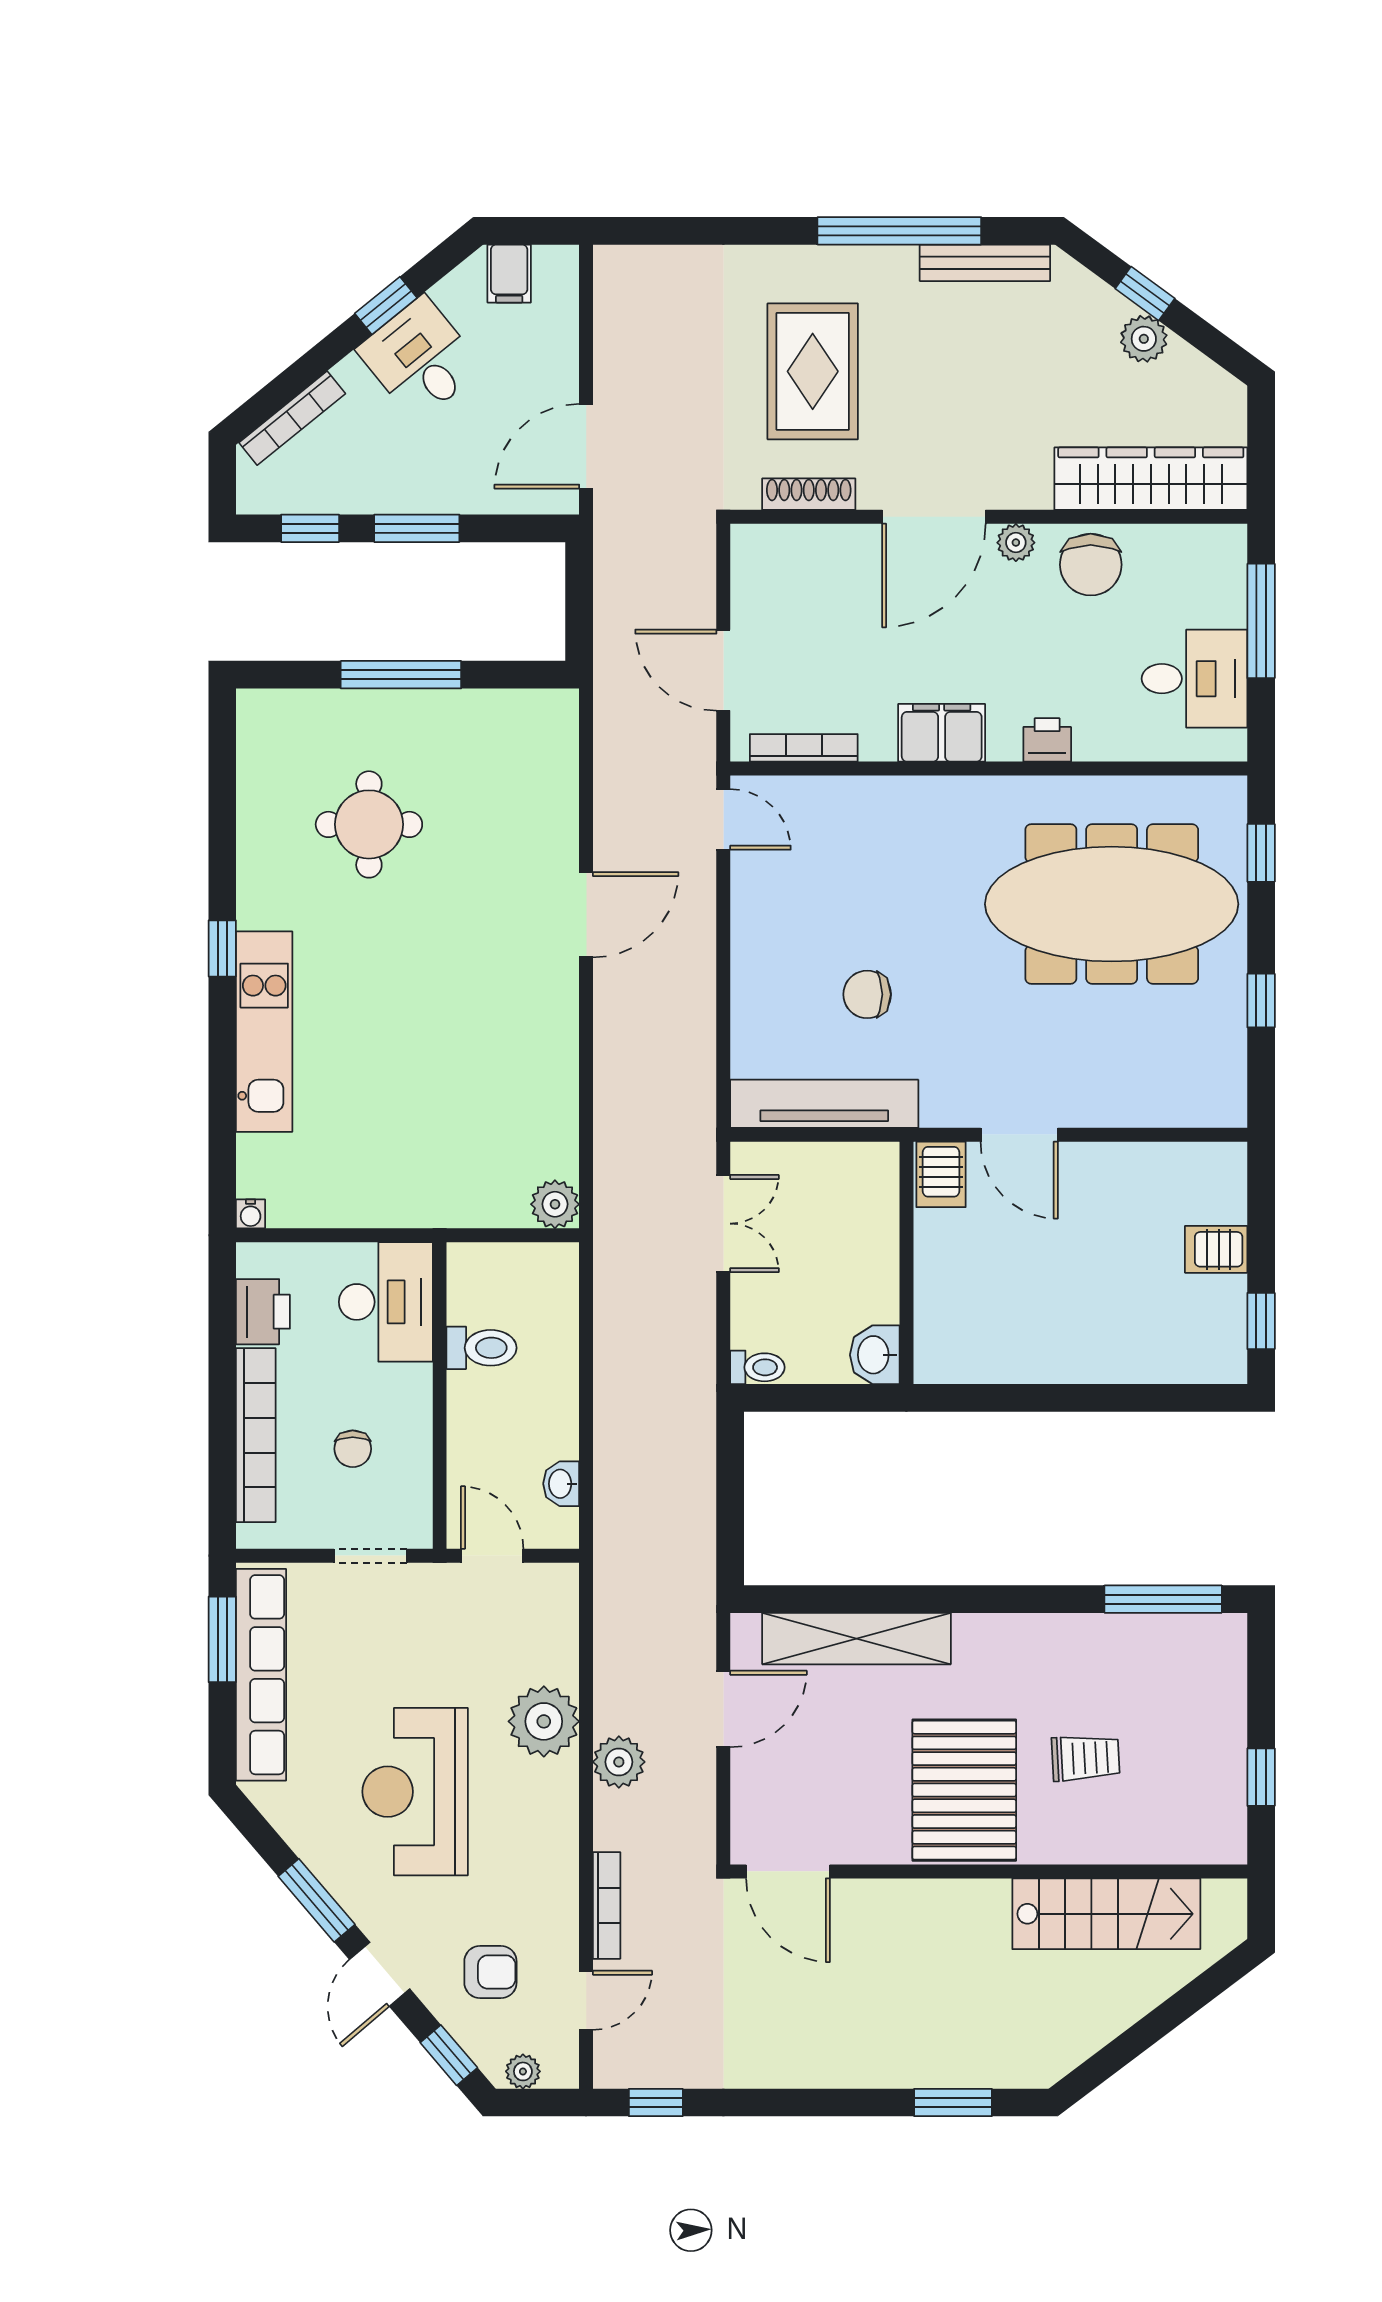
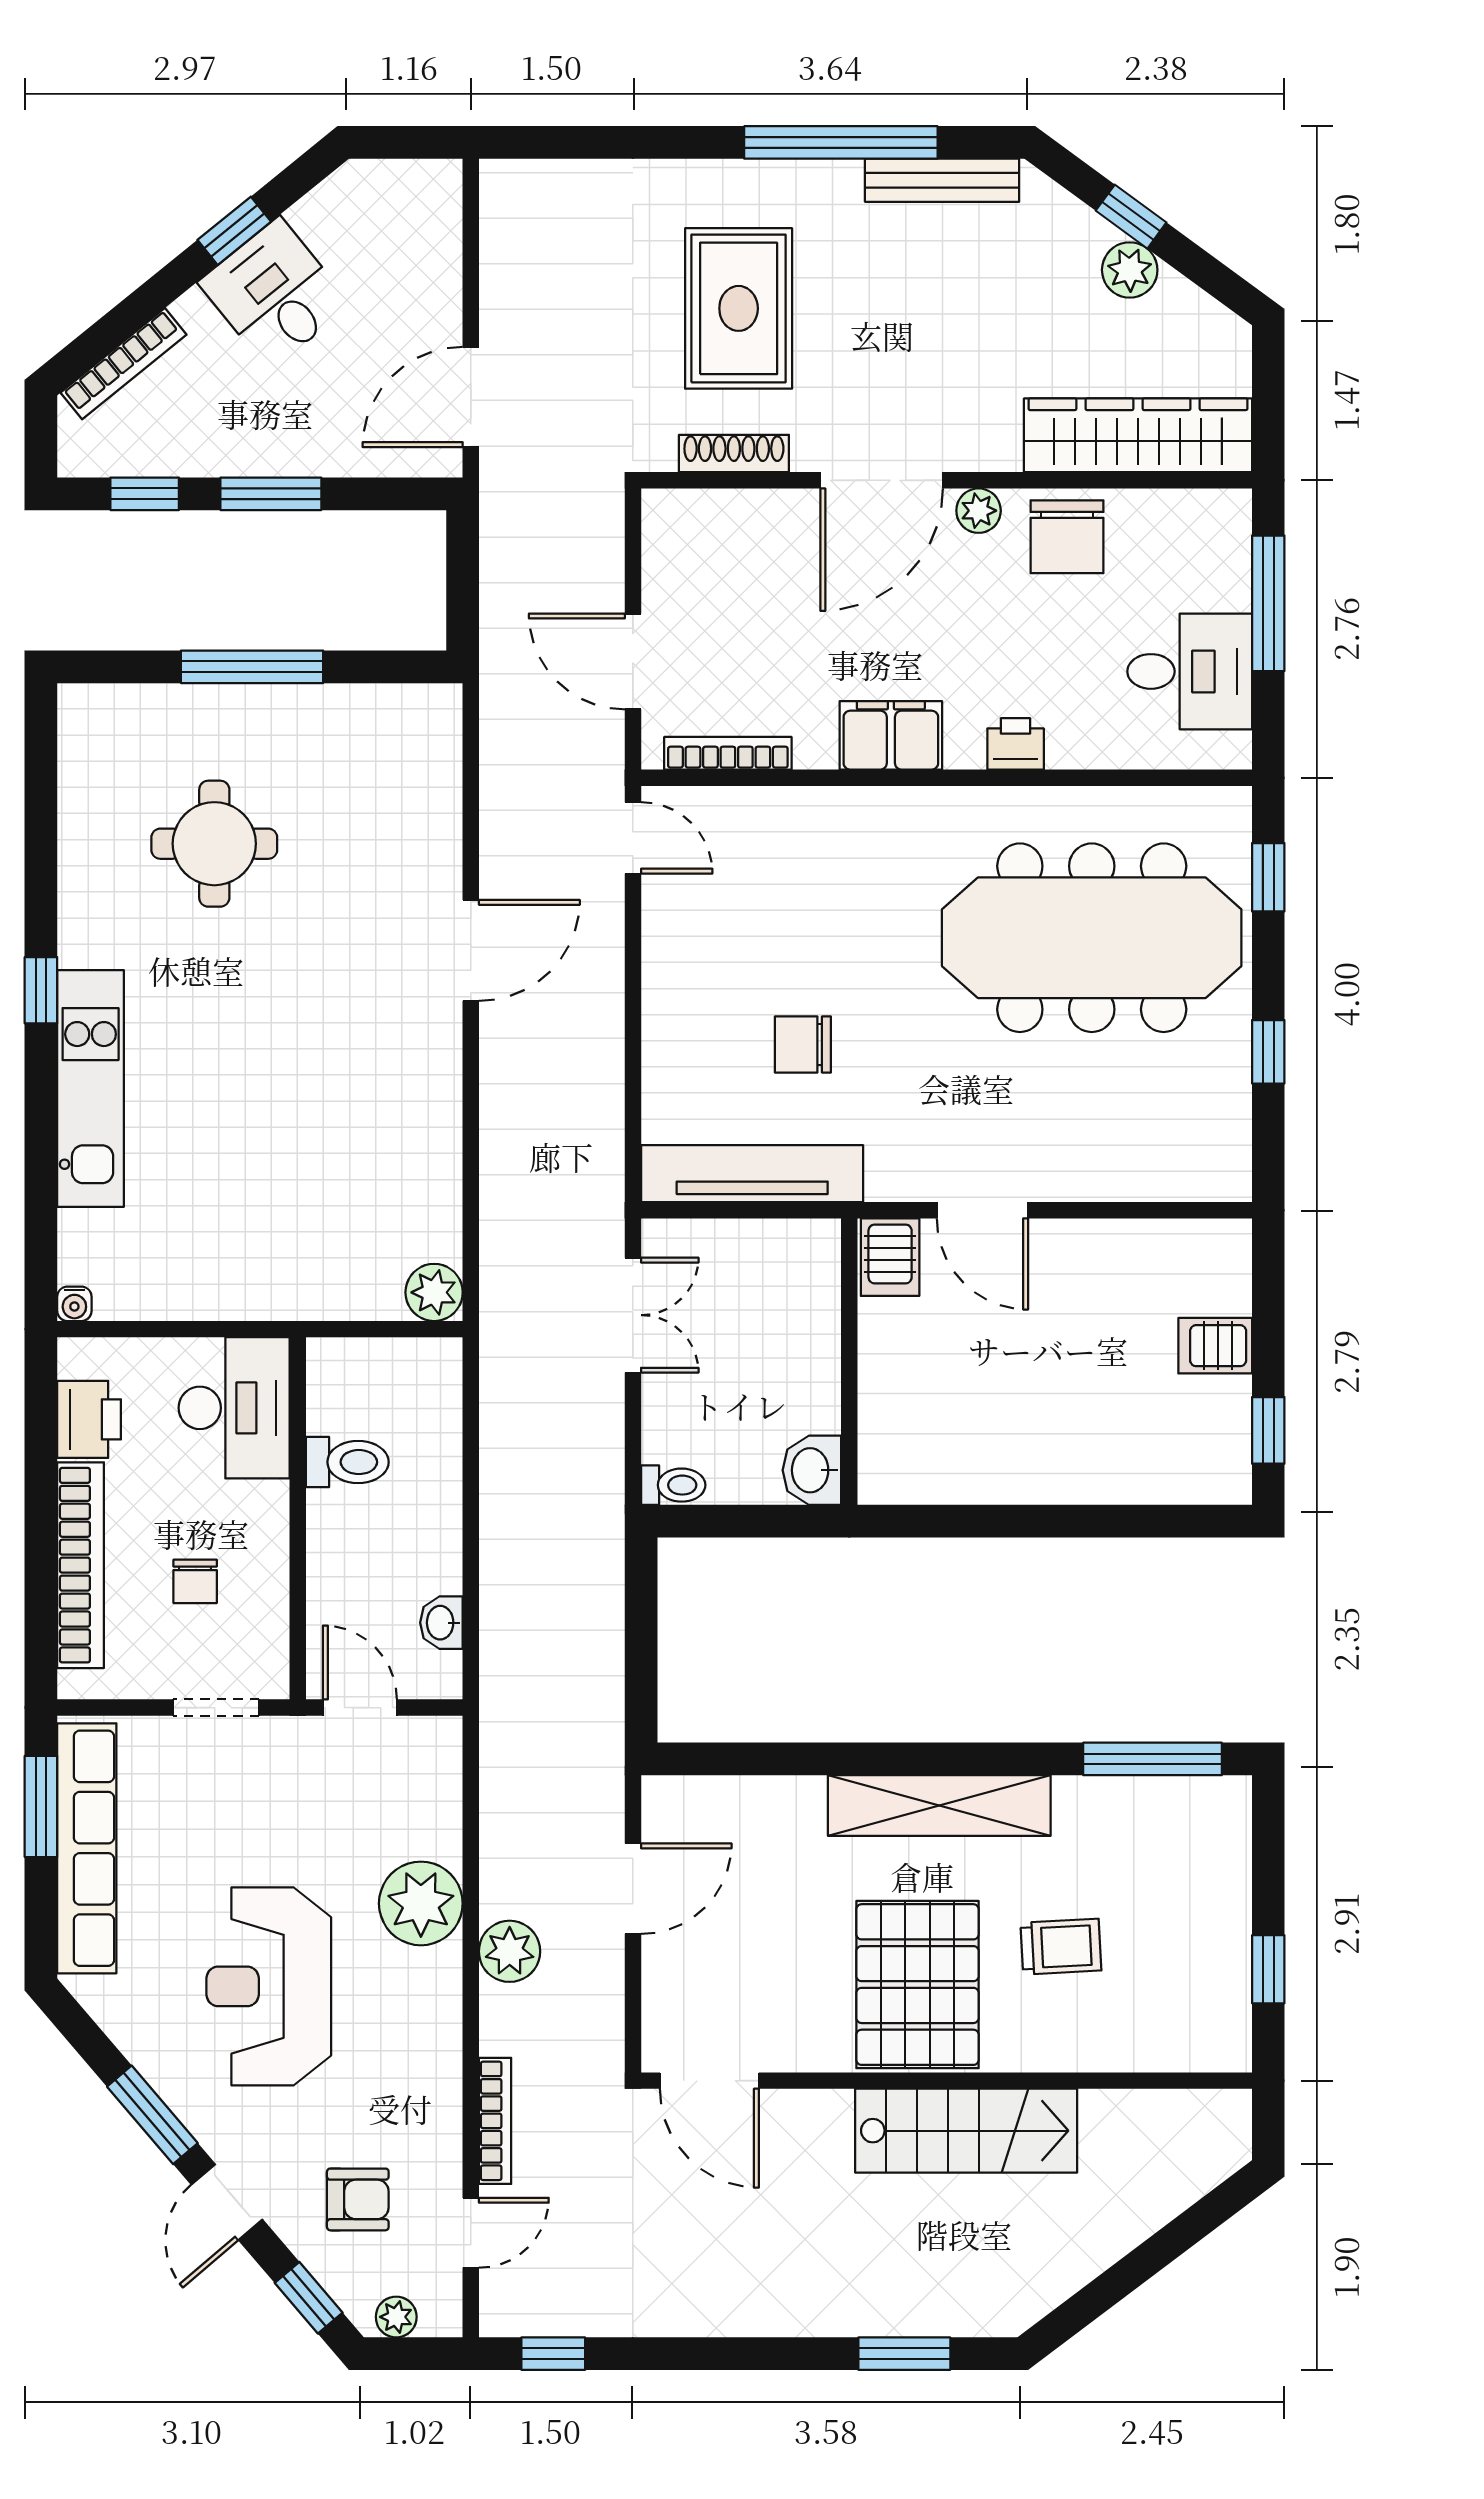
filing cabinet: (509, 274) -> (380, 193), removed
shelving: (857, 1639) -> (939, 1806), moved
stairs: (1106, 1914) -> (966, 2131), moved

